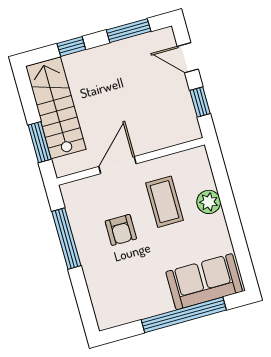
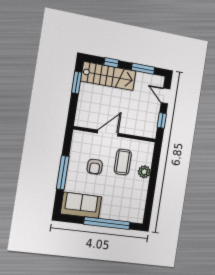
stairs: (56, 108) -> (108, 76), moved, turned 90
window: (40, 142) -> (77, 83), moved
window: (66, 239) -> (63, 173), moved
sofa: (204, 282) -> (81, 205), moved

